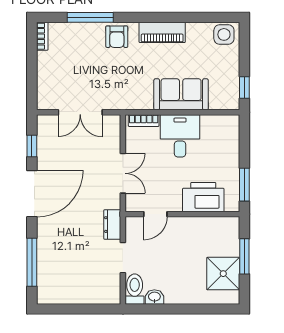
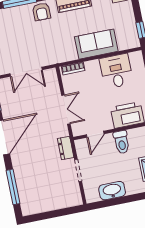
desk: (180, 136) -> (116, 71), moved
toilet: (135, 289) -> (122, 142), moved, turned 180
washbasin: (154, 297) -> (112, 191), width x1.91, depth x1.45

